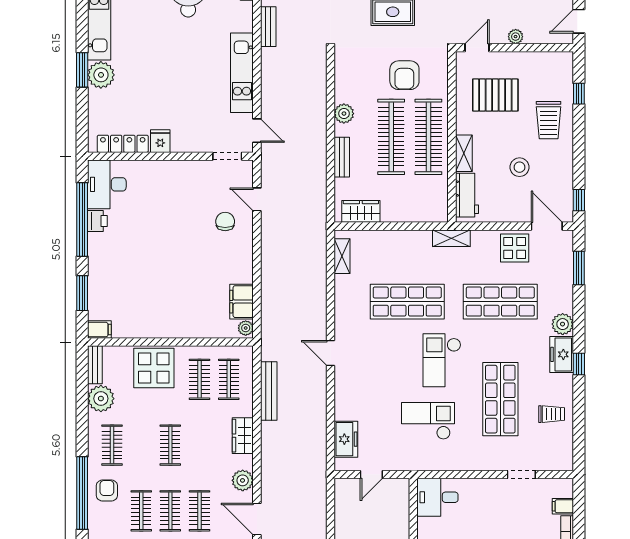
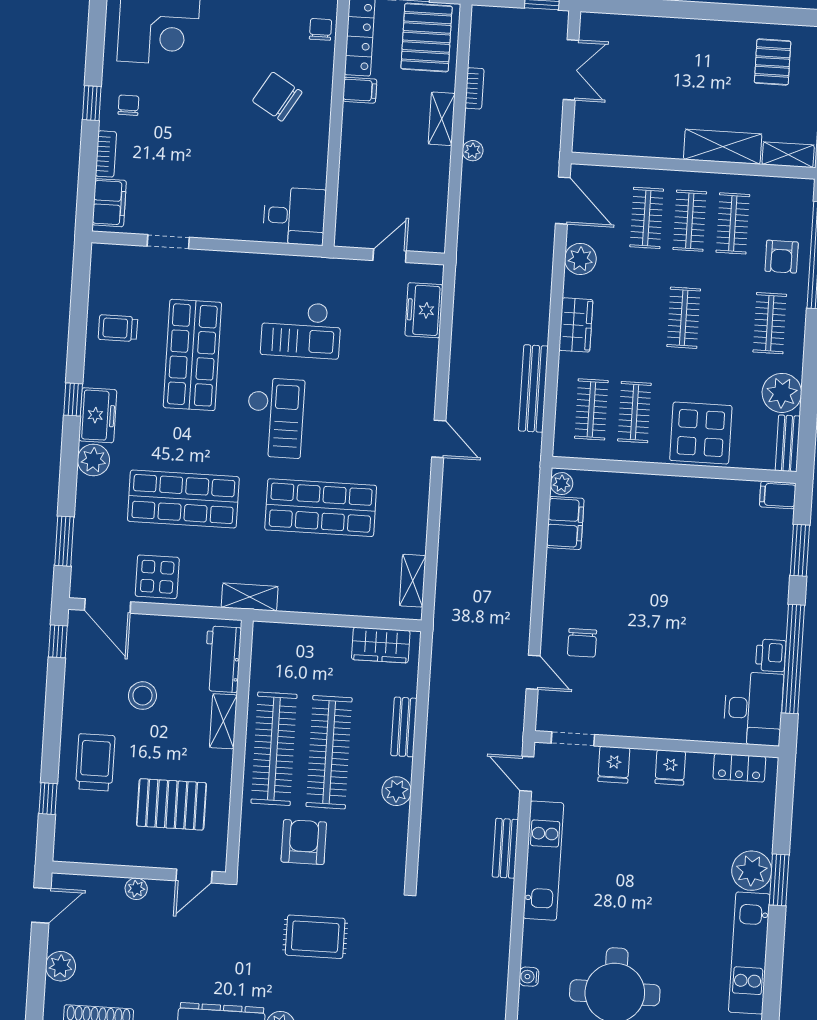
bench: (268, 27) -> (505, 848), moved
fridge: (199, 140) -> (614, 765), added
locker: (123, 144) -> (739, 768), width x0.66
filing cabinet: (563, 506) -> (109, 203), width x2.00

